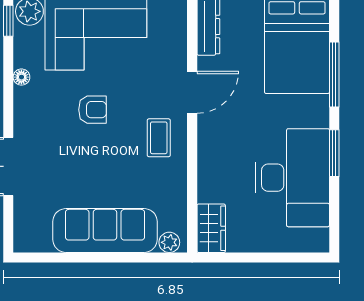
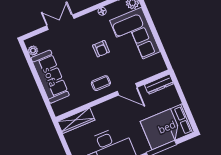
wardrobe: (211, 228) -> (76, 121), width x1.50
plant: (169, 242) -> (33, 51), moved

